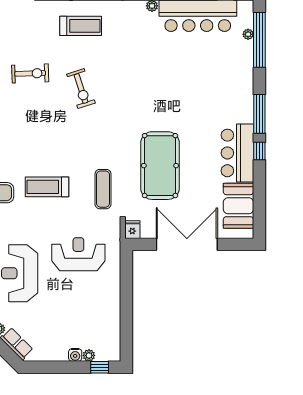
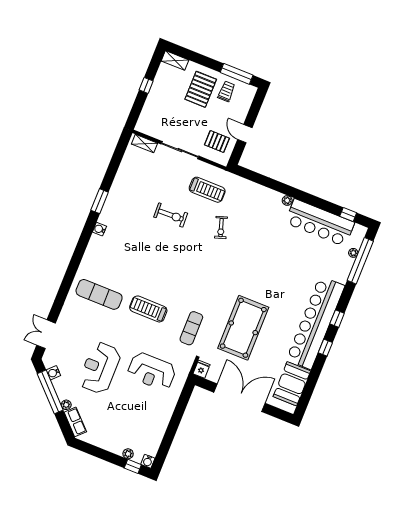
treadmill: (81, 26) -> (207, 190), moved
exercise bike: (81, 89) -> (221, 228), moved, width x0.73, depth x0.72
window: (259, 114) -> (337, 319), width x0.46
bar counter: (237, 153) -> (315, 323), width x1.86
reception desk: (78, 254) -> (152, 371), turned 180
water cooler: (75, 355) -> (148, 461), moved

